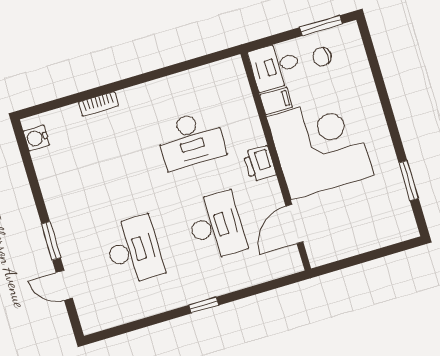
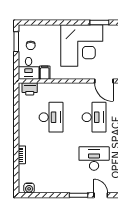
corner desk: (320, 146) -> (82, 45), moved, turned 180
printer: (259, 164) -> (30, 89), moved
desk: (216, 226) -> (94, 117), turned 90
door: (64, 285) -> (101, 195), swing flipped

